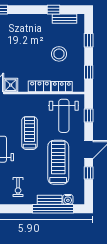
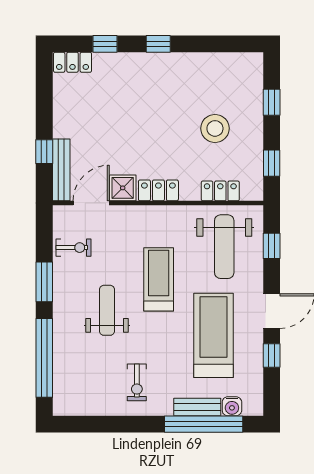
window: (54, 10) -> (158, 44), moved
bench: (65, 19) -> (226, 61), removed
locker: (39, 86) -> (158, 190), moved

